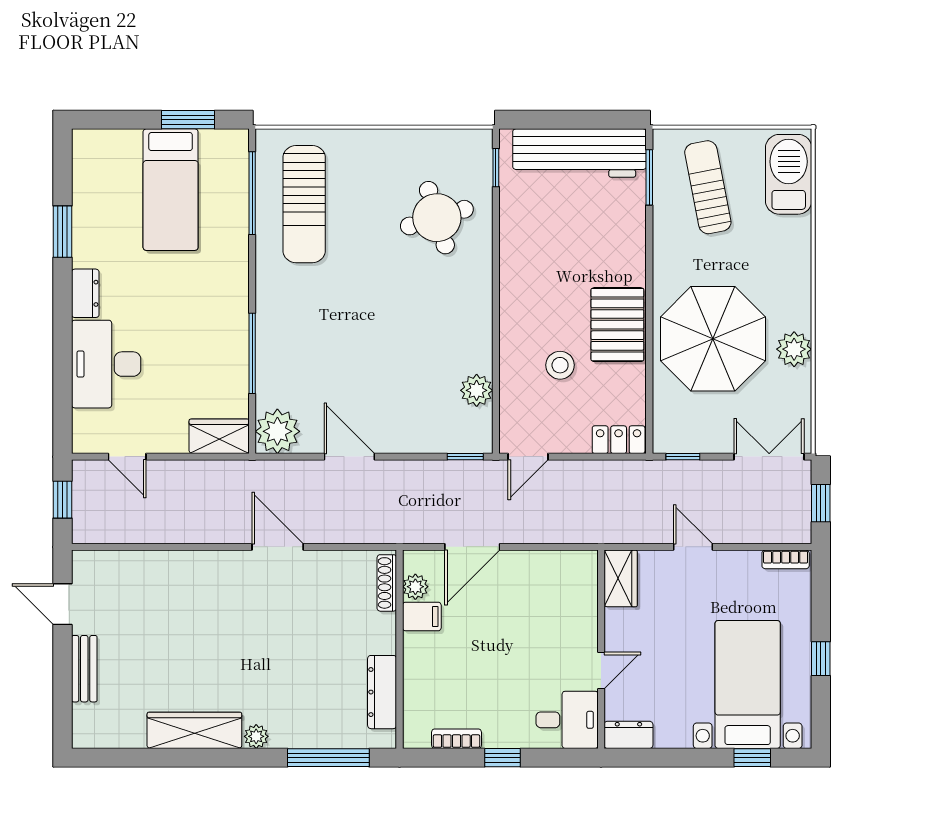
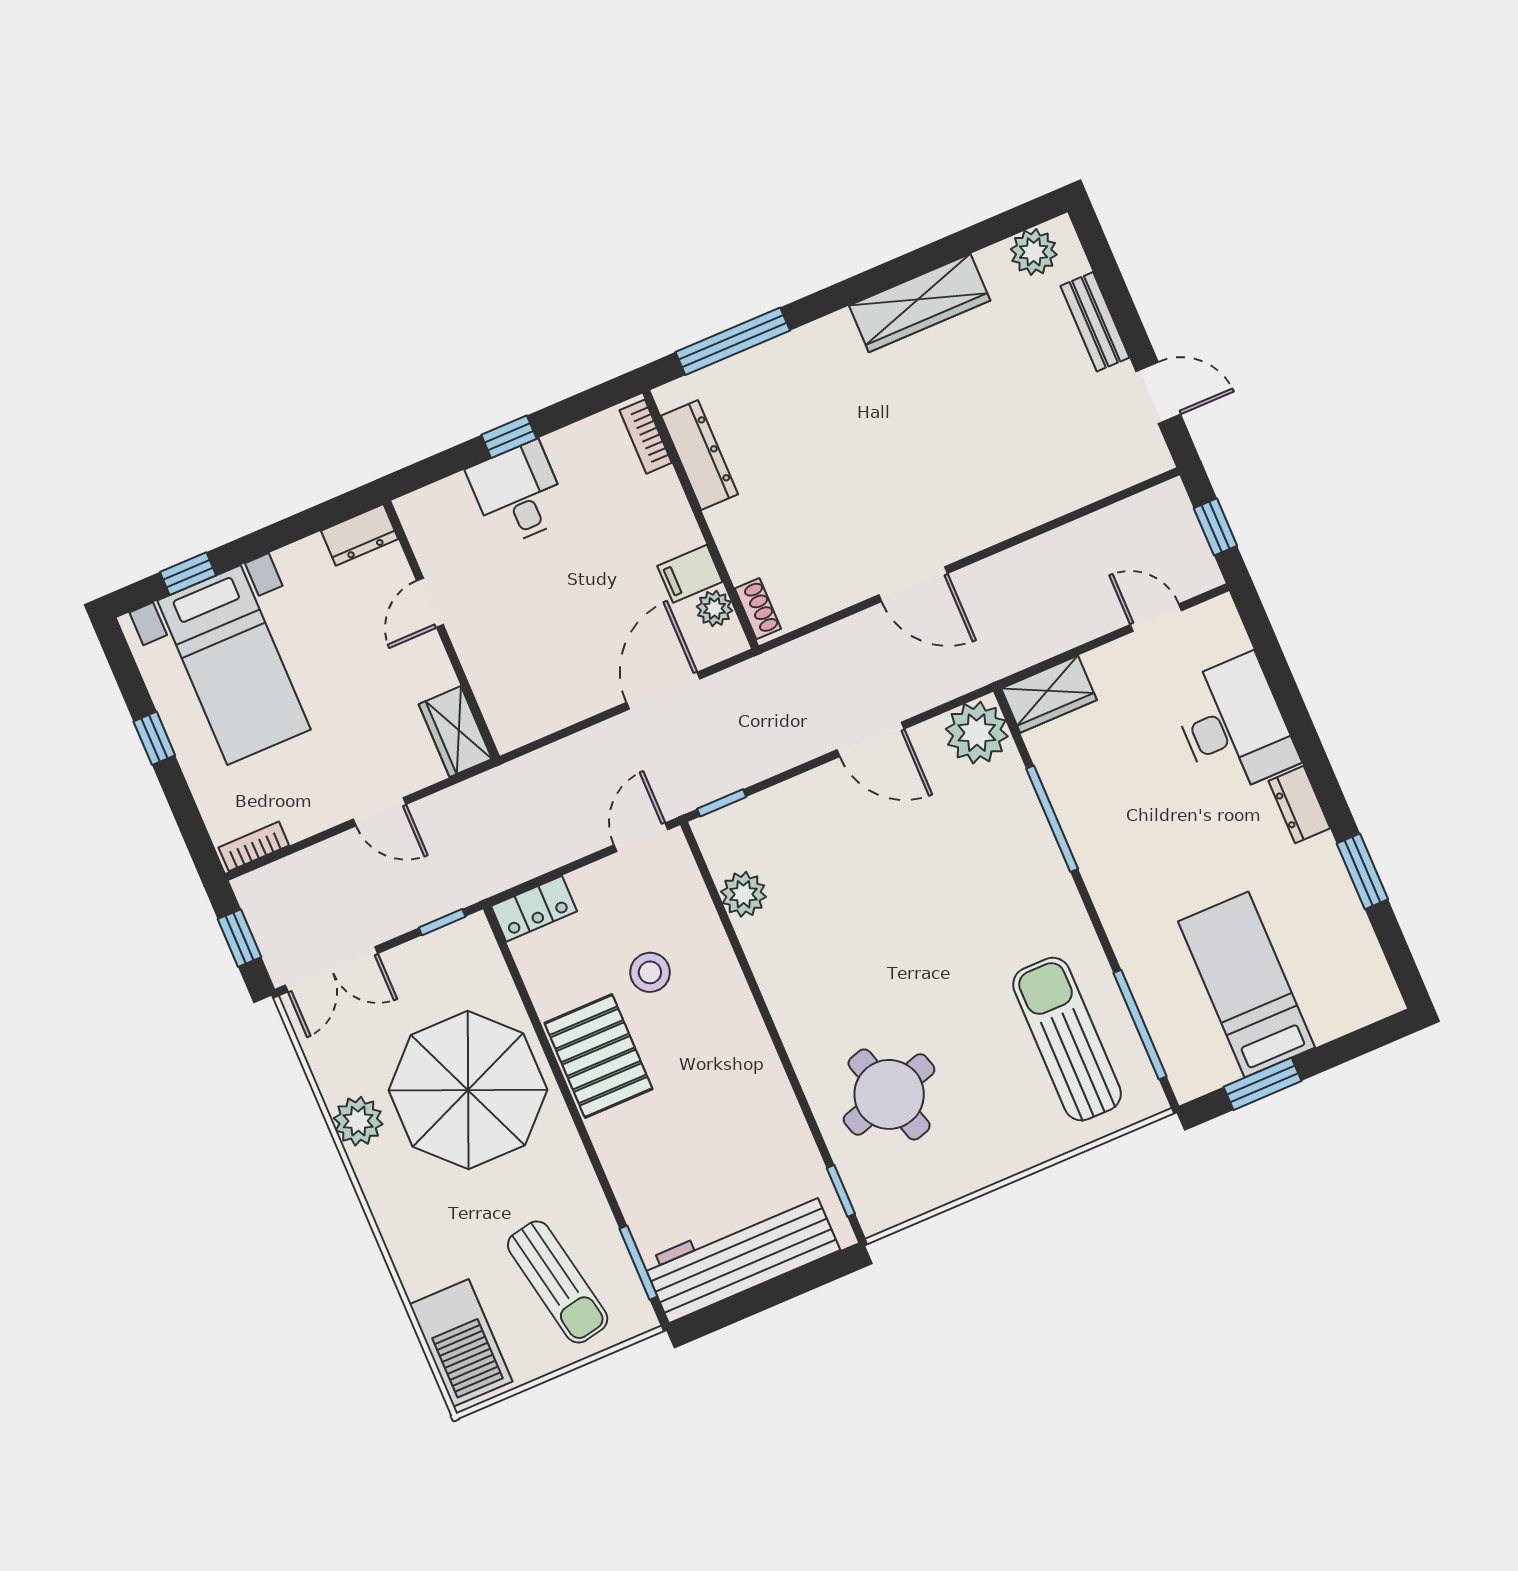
shoe rack: (387, 583) -> (758, 609), width x0.70
desk: (567, 720) -> (518, 494), moved, turned 90
plant: (256, 736) -> (1034, 252), moved, width x1.38, depth x1.38
bookcase: (457, 739) -> (646, 437), moved, turned 90

